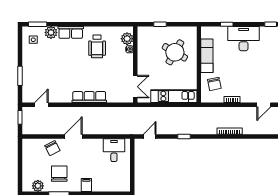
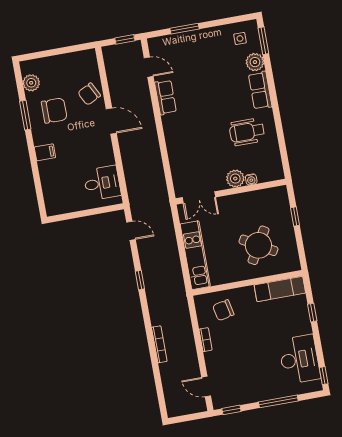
plant: (127, 39) -> (235, 179), moved
desk: (244, 39) -> (299, 359), moved
exam couch: (207, 56) -> (280, 289), moved
row of seats: (89, 97) -> (165, 97), moved, width x0.68

